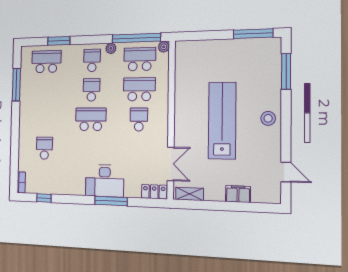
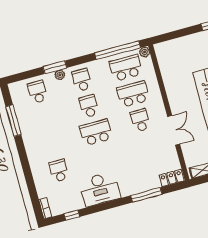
window: (59, 41) -> (55, 67), moved
plant: (111, 48) -> (60, 75), moved
school desk: (46, 62) -> (38, 92), width x0.54
double door: (171, 164) -> (174, 130), moved
desk: (105, 181) -> (100, 189), moved
window: (111, 201) -> (146, 195), moved

